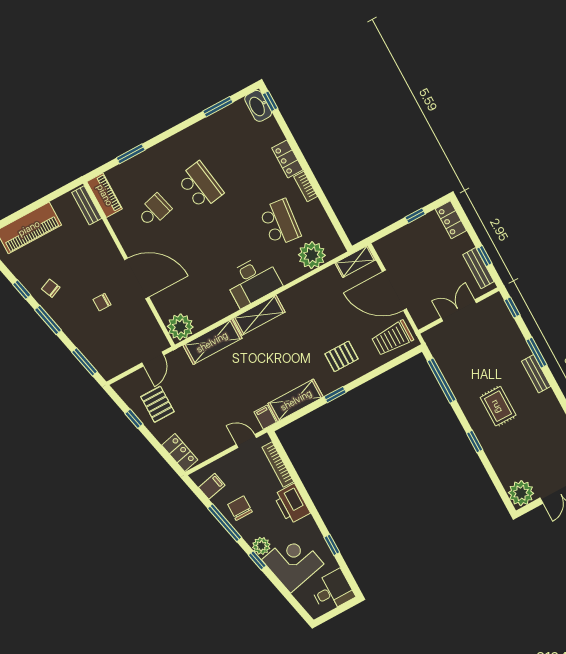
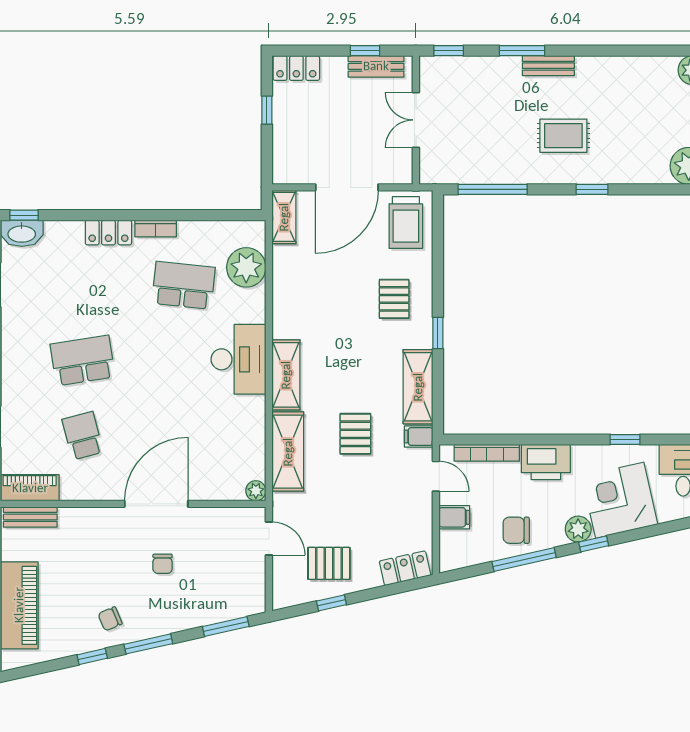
plant: (180, 327) -> (256, 491), width x0.53, depth x0.53
pallet: (246, 377) -> (355, 434), added
door: (246, 441) -> (436, 476), swing flipped
filing cabinet: (212, 486) -> (454, 517), moved, turned 103

